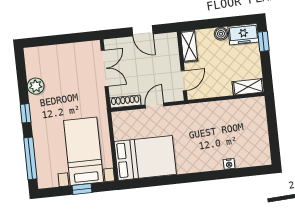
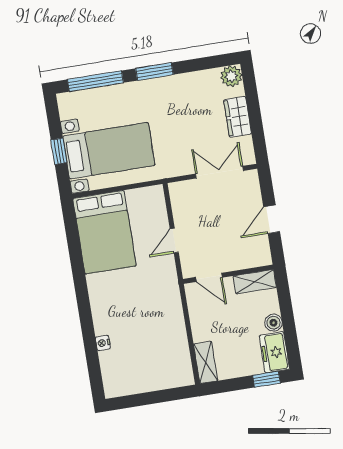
wardrobe: (63, 52) -> (238, 117), added
double door: (105, 68) -> (219, 172), swing flipped
plant: (36, 86) -> (231, 76), moved
shoe rack: (125, 101) -> (177, 202), removed
door: (155, 105) -> (174, 241), swing flipped
window: (26, 113) -> (154, 72), width x1.50

